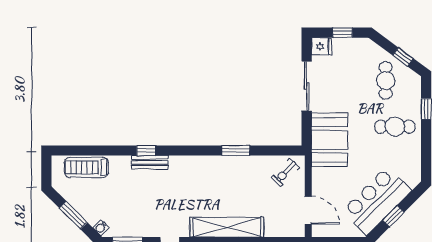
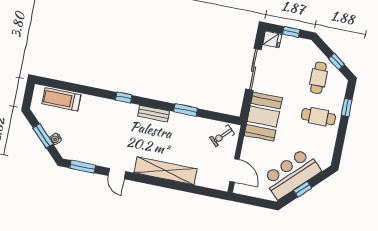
window: (146, 150) -> (124, 98), moved
bench: (150, 162) -> (154, 114), moved
water cooler: (101, 228) -> (56, 139), moved

